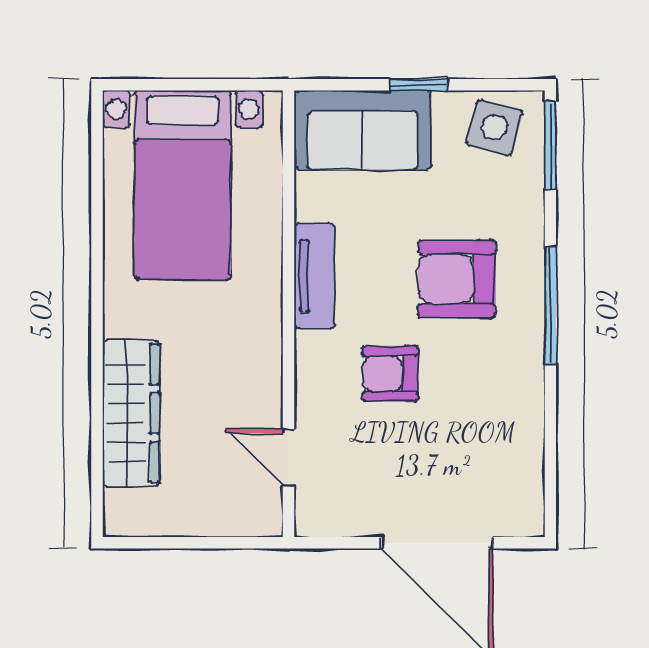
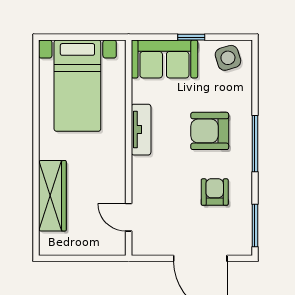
side table: (494, 128) -> (228, 58), turned -32
window: (550, 145) -> (255, 226), moved
armchair: (390, 374) -> (215, 192), moved, turned 90

